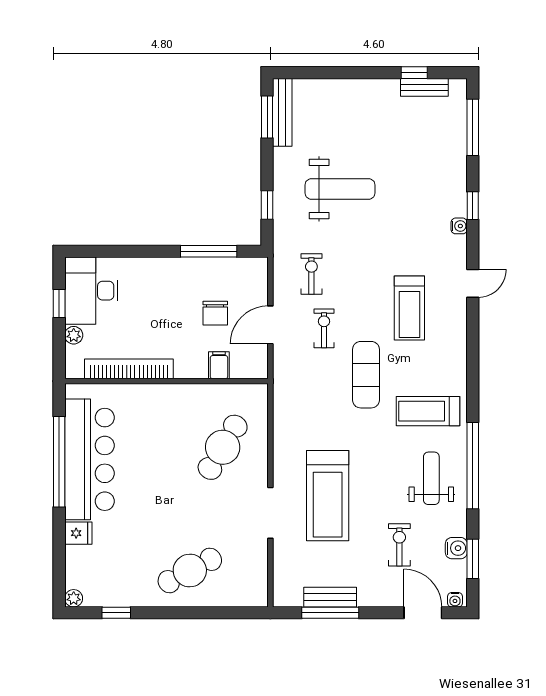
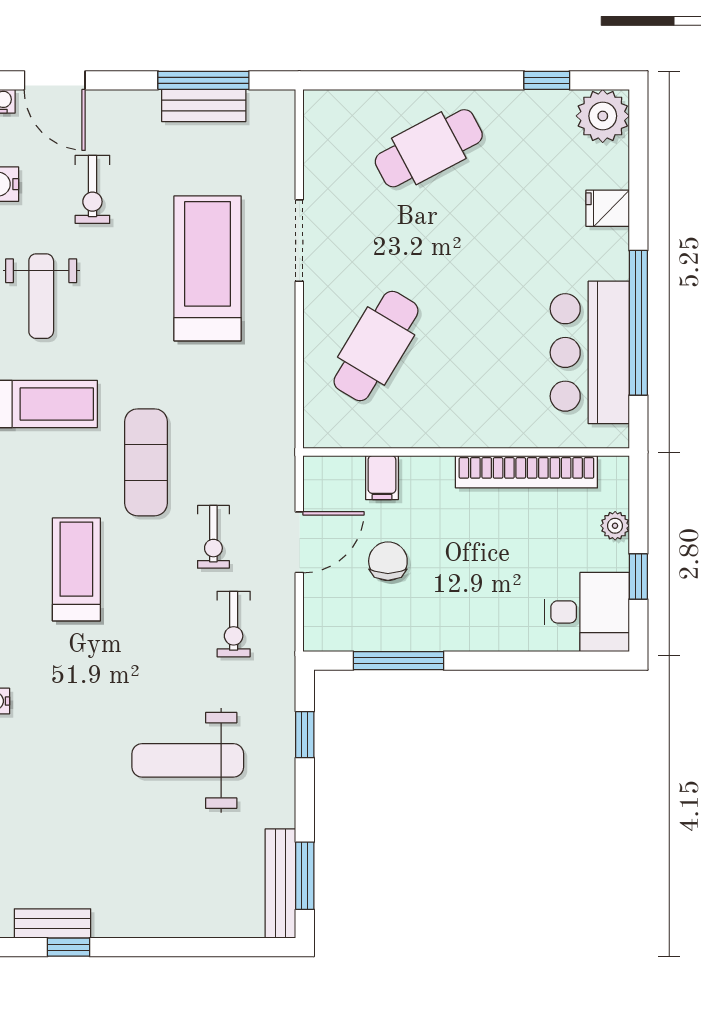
desk: (91, 291) -> (587, 612), width x0.73
bar counter: (89, 459) -> (590, 352), width x0.73
plant: (74, 598) -> (603, 116), width x1.88, depth x1.88

